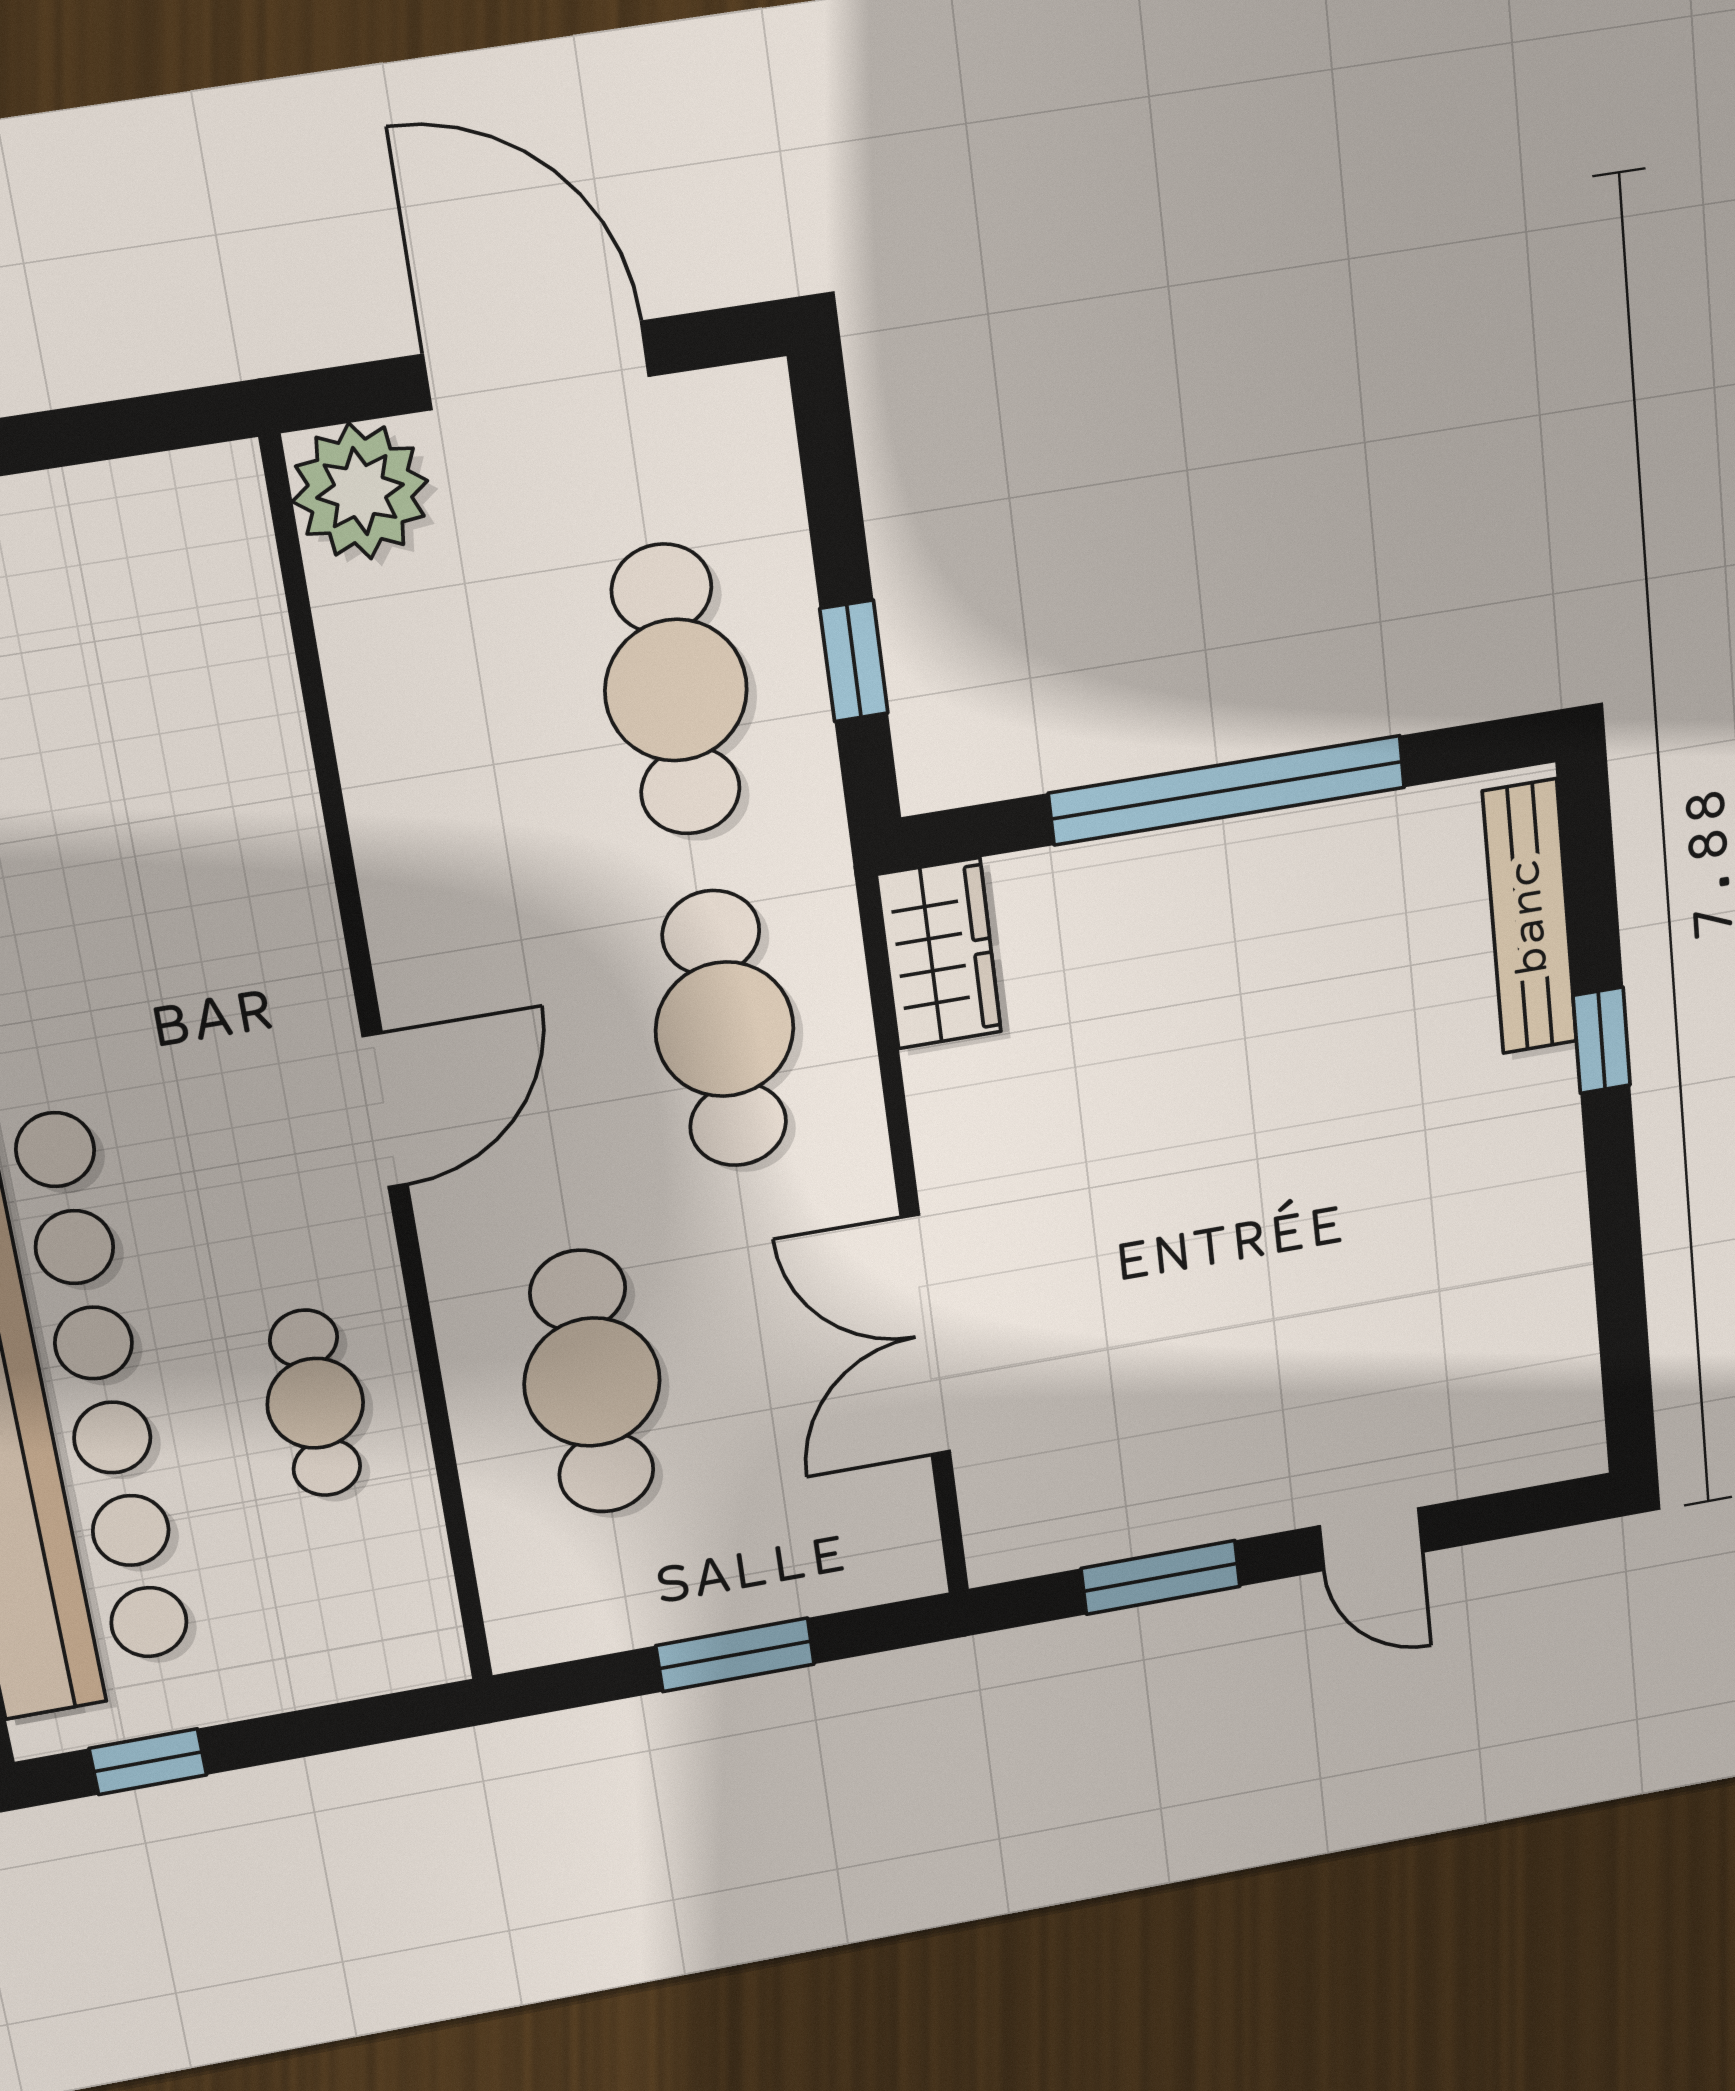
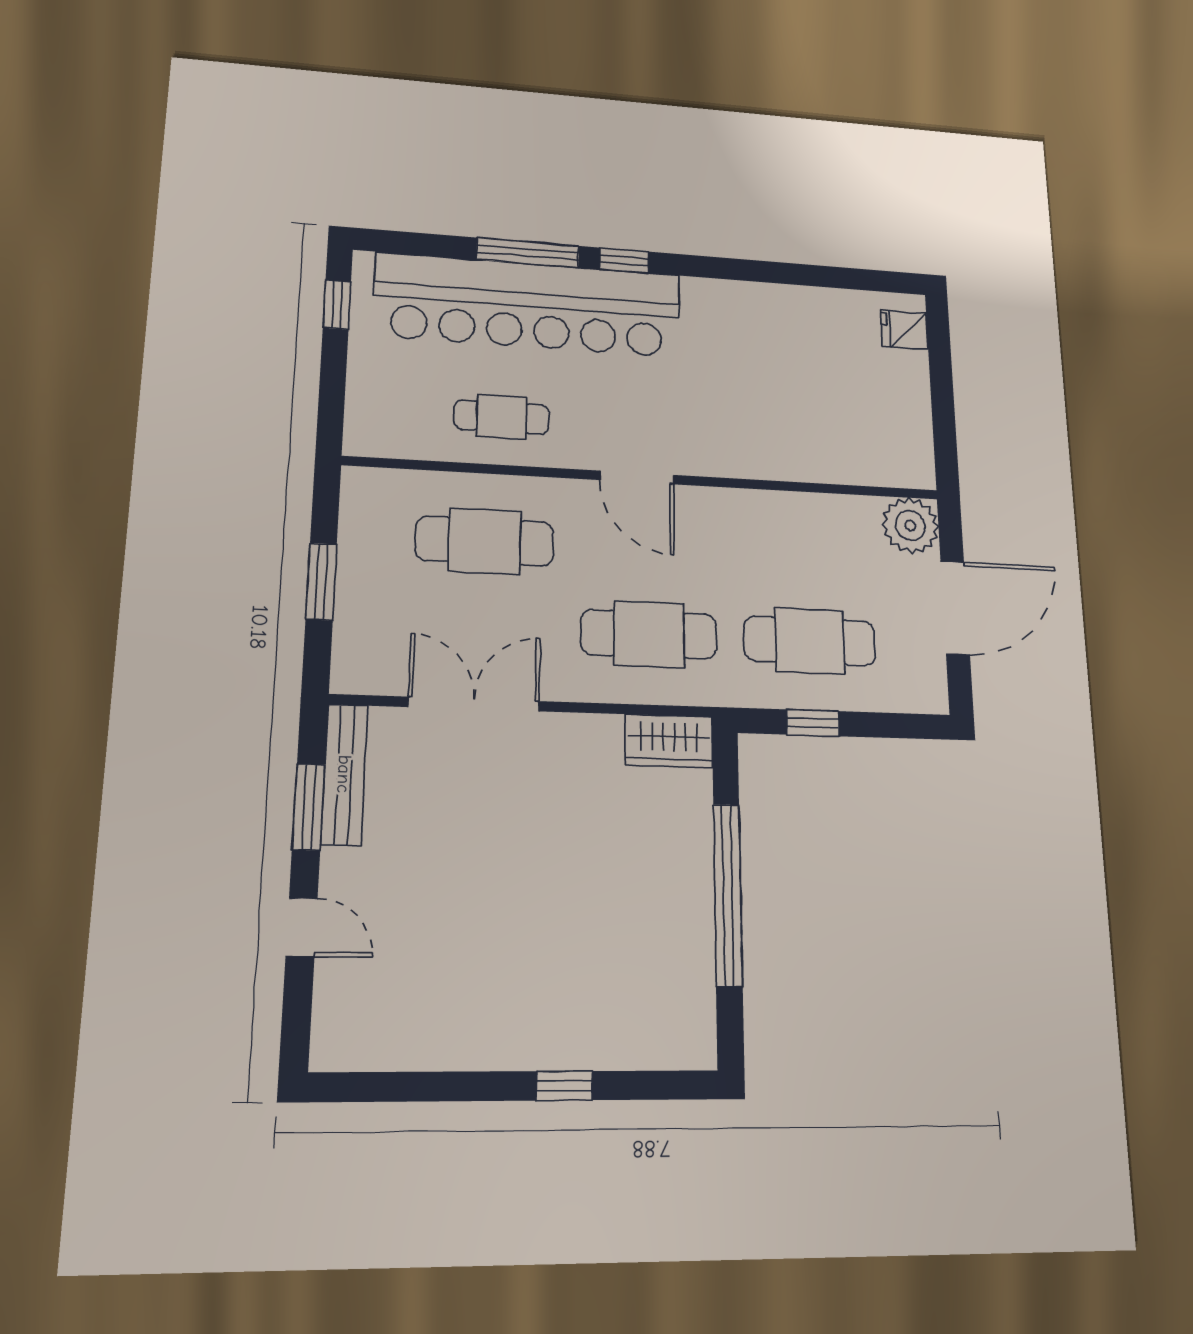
bench: (1530, 917) -> (344, 774), moved, turned 90
door: (1371, 1539) -> (302, 927), swing flipped

